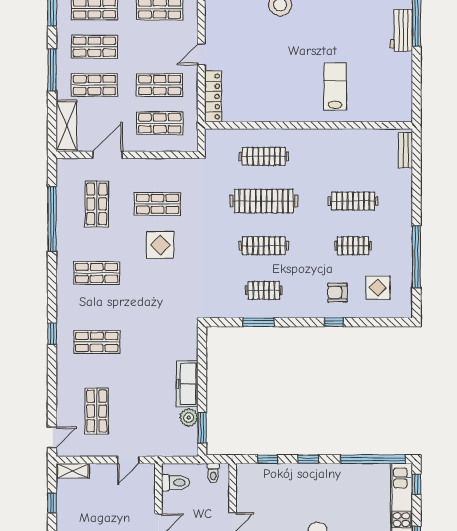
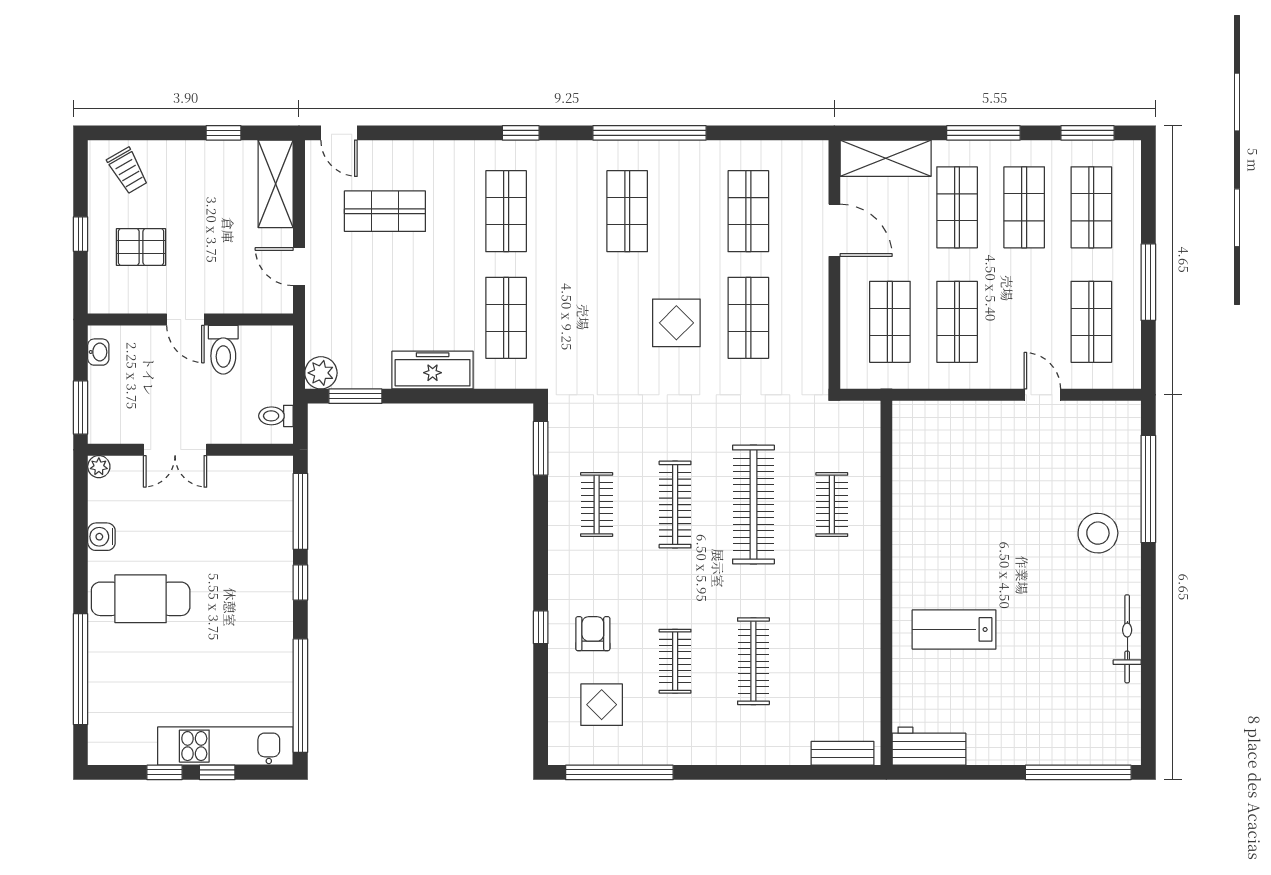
workbench: (401, 30) -> (929, 746), moved
door: (201, 54) -> (1042, 395), moved
lab bench: (335, 87) -> (954, 629), turned 180
locker: (213, 96) -> (937, 415), removed
clothes rail: (264, 156) -> (832, 505), width x0.73
shop shelf: (97, 204) -> (748, 211), turned 90
window: (52, 219) -> (649, 133), moved
window: (416, 257) -> (619, 772), moved
window: (258, 322) -> (541, 448), moved
shop shelf: (157, 342) -> (506, 318), added
plant: (189, 418) -> (321, 373), moved
window: (268, 459) -> (300, 511), width x2.17
shelving: (73, 471) -> (276, 184), width x1.50, depth x1.33
toilet: (176, 483) -> (223, 350), moved
window: (416, 484) -> (217, 772), moved

